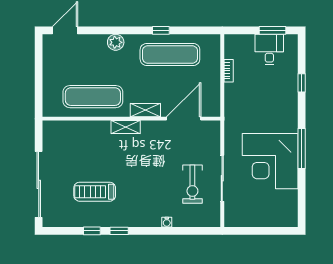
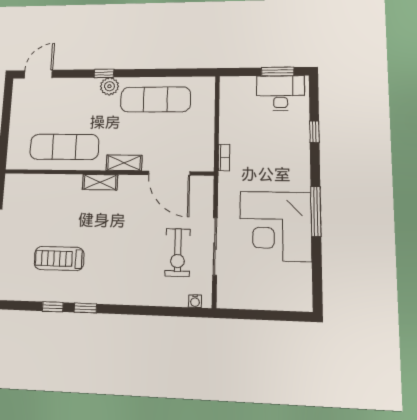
window: (161, 30) -> (104, 73), moved
plant: (116, 42) -> (109, 86), moved
desk: (269, 49) -> (280, 93), width x1.37
bookcase: (229, 71) -> (224, 158), moved
door: (184, 119) -> (169, 173), swing flipped
water cooler: (167, 222) -> (195, 301), moved

